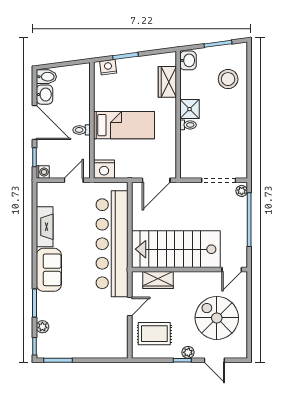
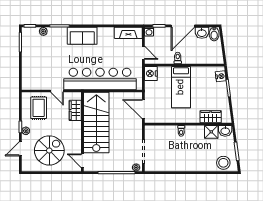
stool: (228, 79) -> (223, 163), moved
shower: (190, 109) -> (211, 132), moved
fireplace: (45, 227) -> (128, 33), moved

